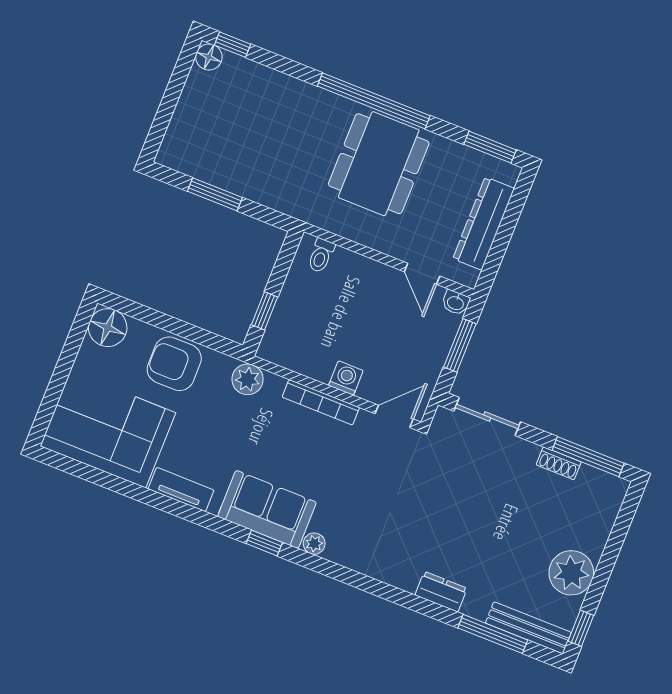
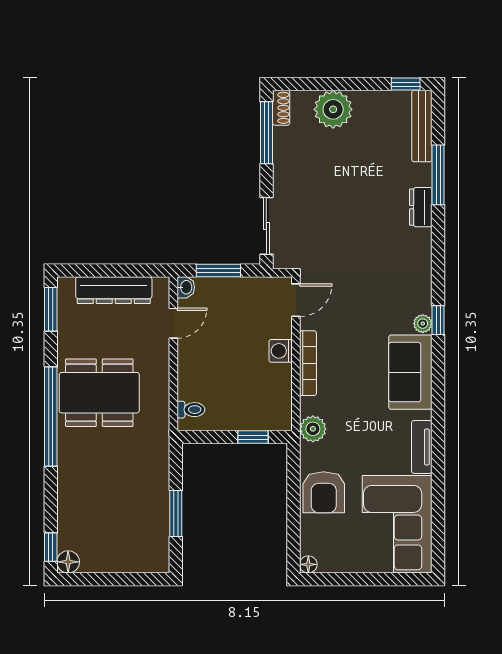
floor lamp: (108, 328) -> (308, 564), width x0.53, depth x0.53
door: (394, 416) -> (296, 300), swing flipped
shoe rack: (559, 463) -> (281, 108), moved
window: (264, 543) -> (438, 320), moved
plant: (571, 573) -> (333, 109), moved
window: (493, 634) -> (438, 175), moved

